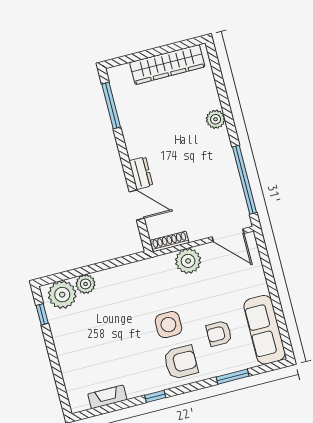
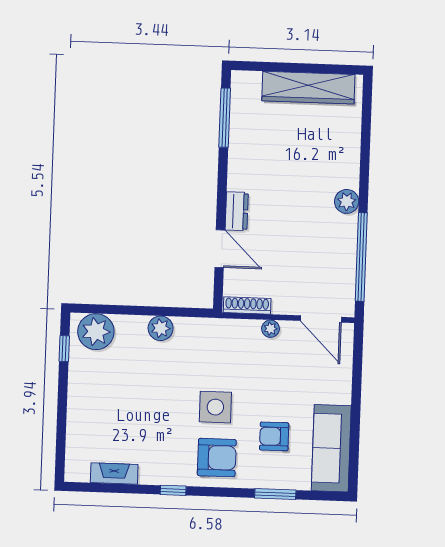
plant: (216, 119) -> (347, 201), moved
plant: (188, 261) -> (270, 329), width x0.53, depth x0.53
plant: (86, 284) -> (161, 328), moved

